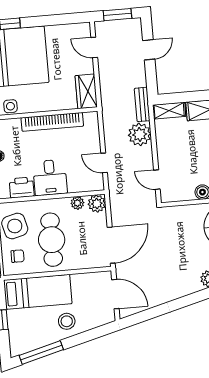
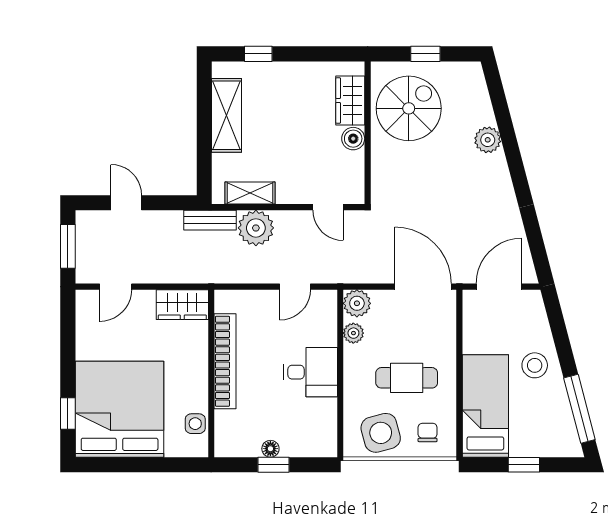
shelving: (169, 111) -> (250, 193), moved, turned 90
door: (157, 180) -> (328, 207), hinge flipped
printer: (22, 188) -> (322, 417), removed
cafe table: (52, 240) -> (407, 378), width x0.73, depth x0.74

